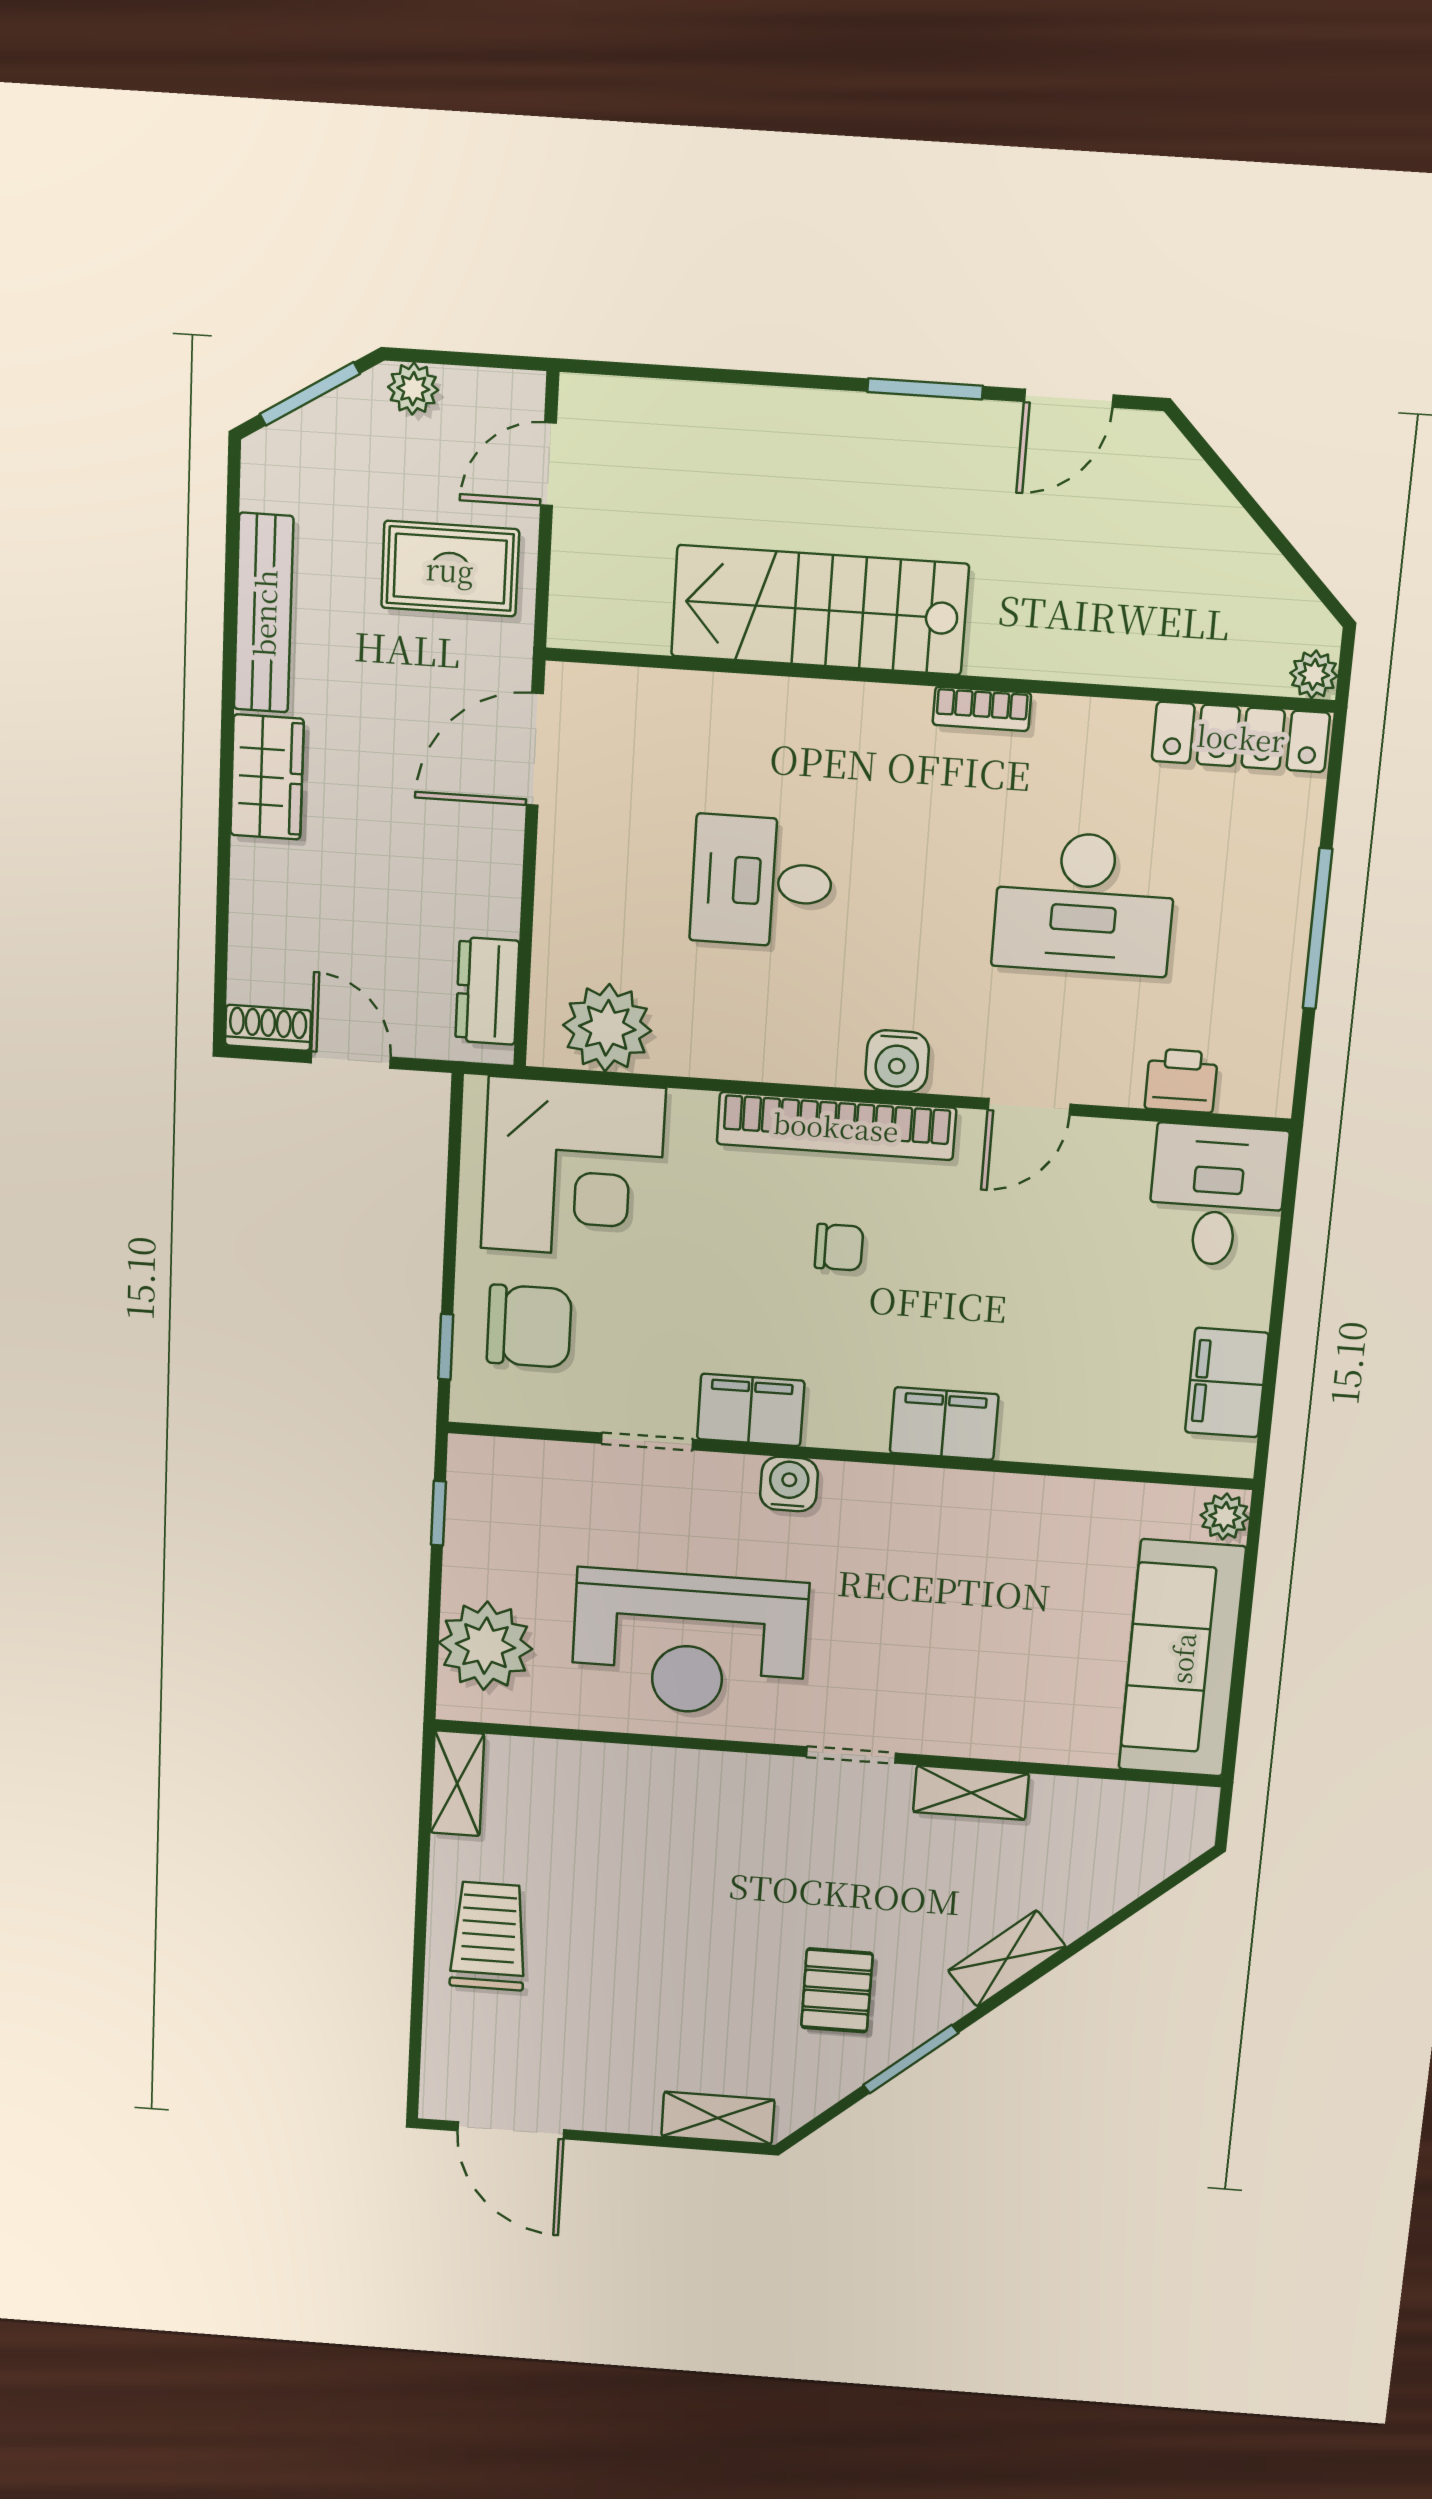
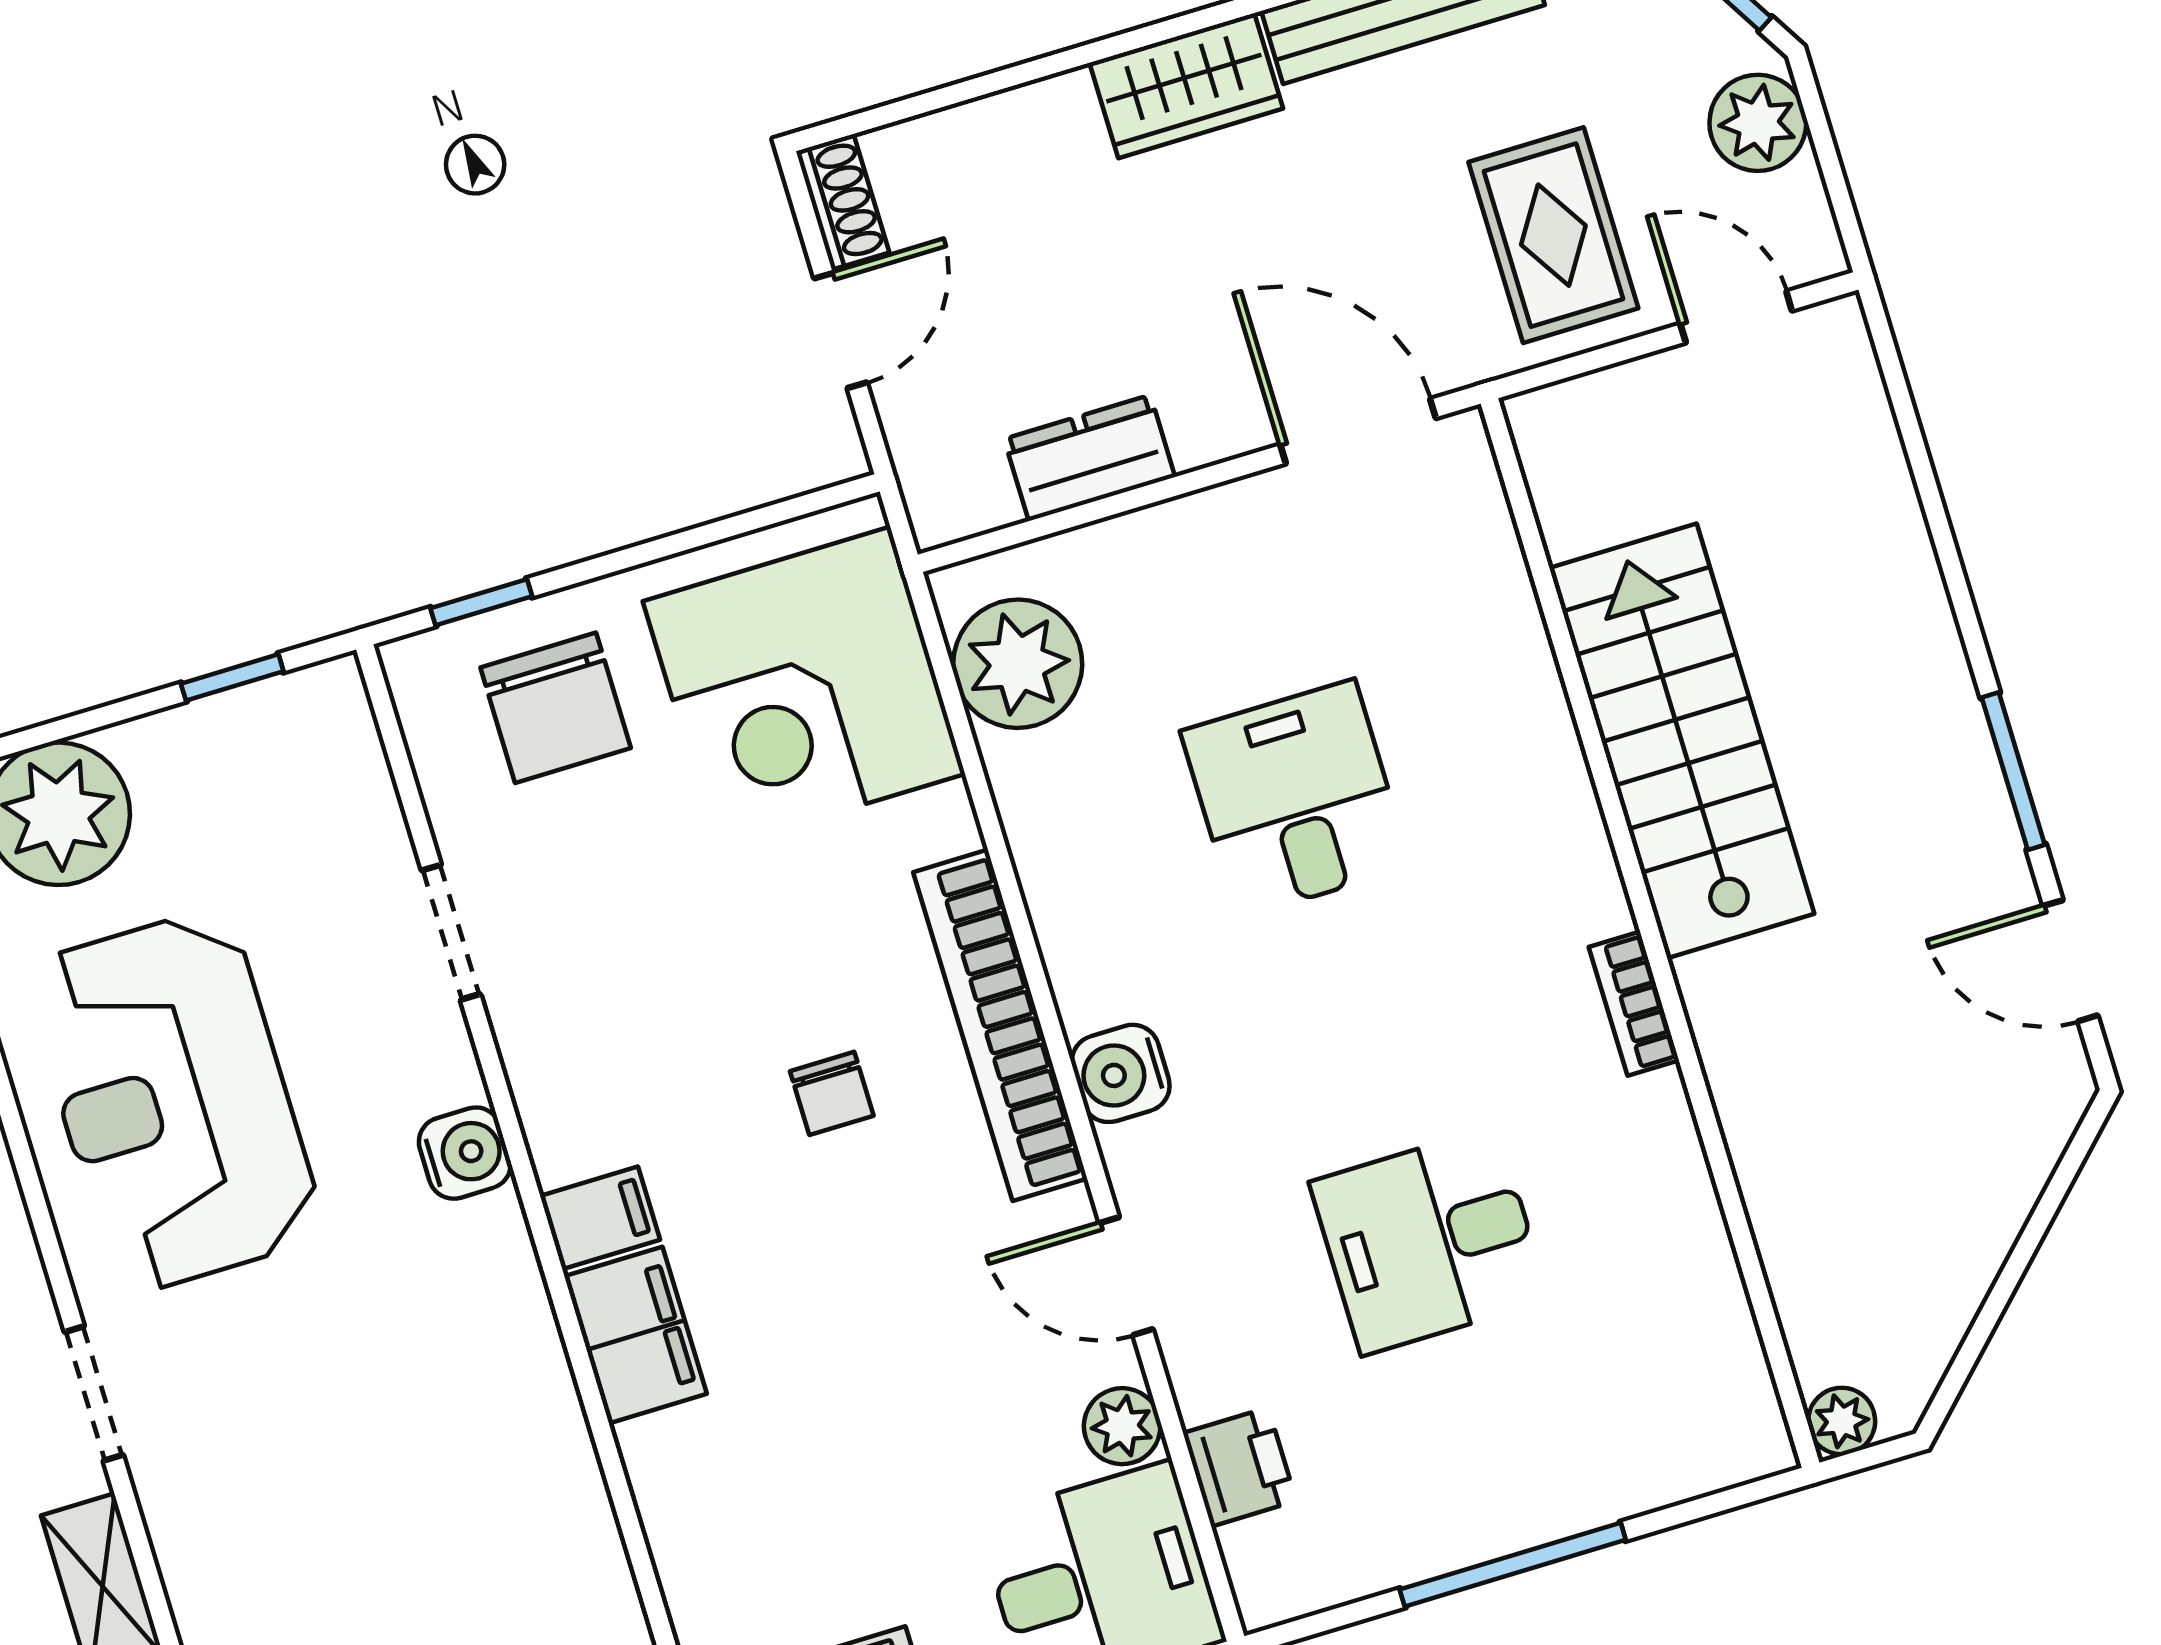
plant: (413, 389) -> (1758, 123), width x1.38, depth x1.38
locker: (1241, 737) -> (1725, 1359), removed
desk: (1084, 903) -> (1429, 1241), width x0.73
dresser: (487, 991) -> (1090, 458), moved
plant: (1124, 1145) -> (1122, 1426), added
filing cabinet: (751, 1410) -> (600, 1218), moved, width x0.50

